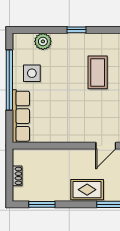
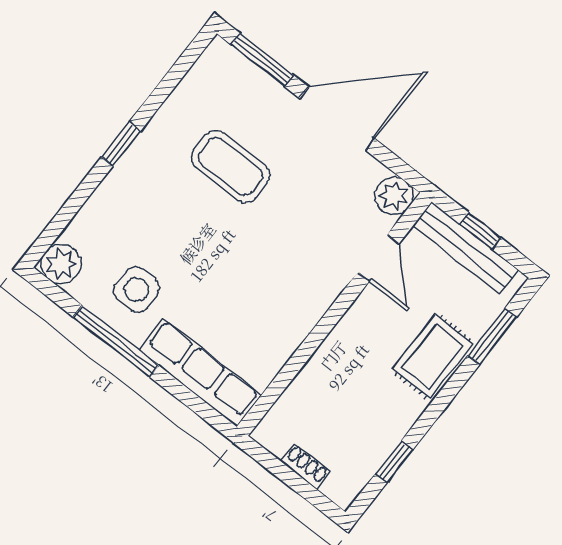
plant: (43, 41) -> (61, 264), moved
window: (9, 80) -> (116, 341), width x0.68
window: (42, 204) -> (394, 462), width x0.67

